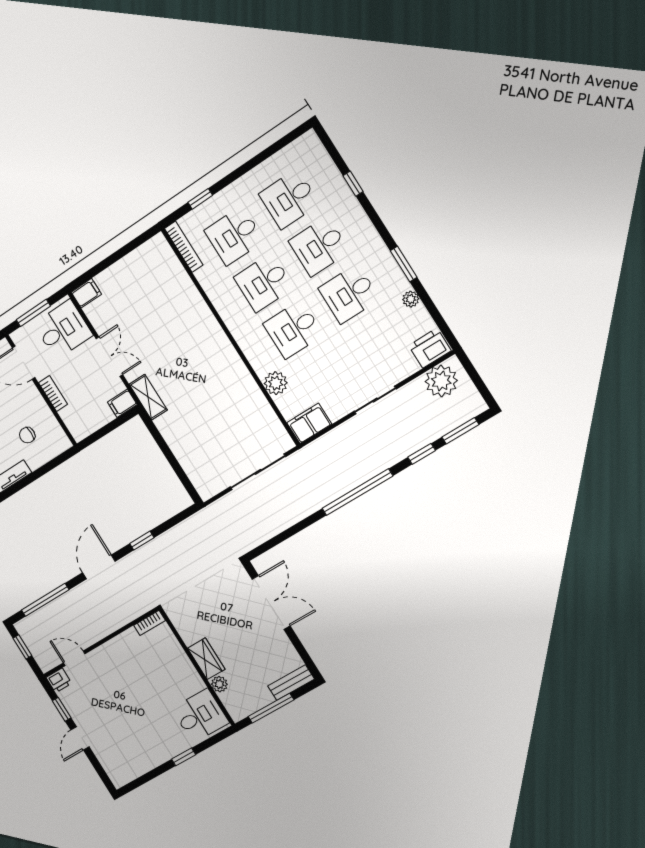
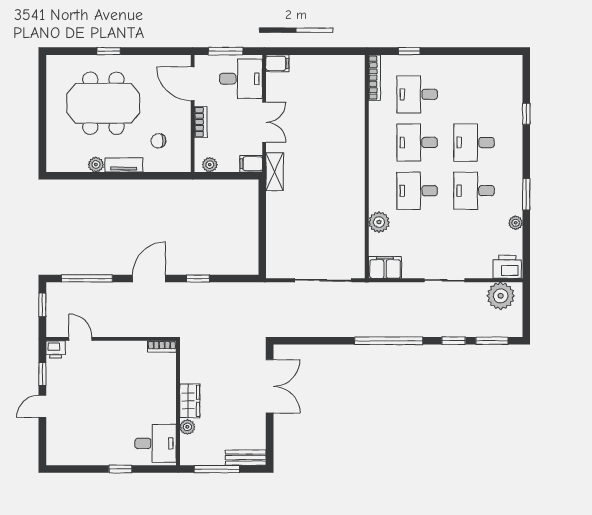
desk: (289, 199) -> (474, 94), removed
plant: (86, 428) -> (210, 165), added

